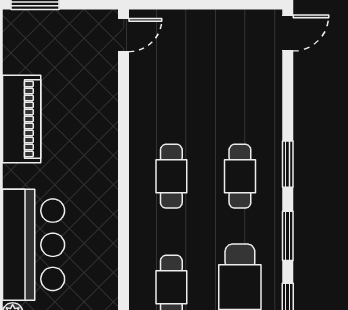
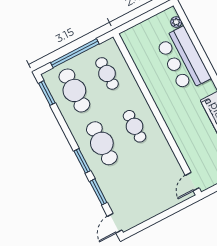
cafe table: (240, 176) -> (102, 143), width x1.37, depth x1.35
window: (288, 236) -> (98, 192), moved

